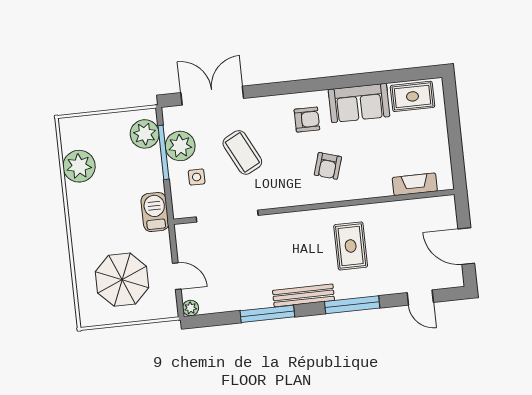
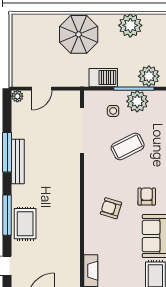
armchair: (307, 120) -> (147, 197), turned 180
barbecue: (155, 212) -> (103, 78), moved
rug: (351, 246) -> (25, 224), moved, turned 90
parasol: (122, 280) -> (79, 34), moved
bench: (304, 295) -> (18, 162), moved

